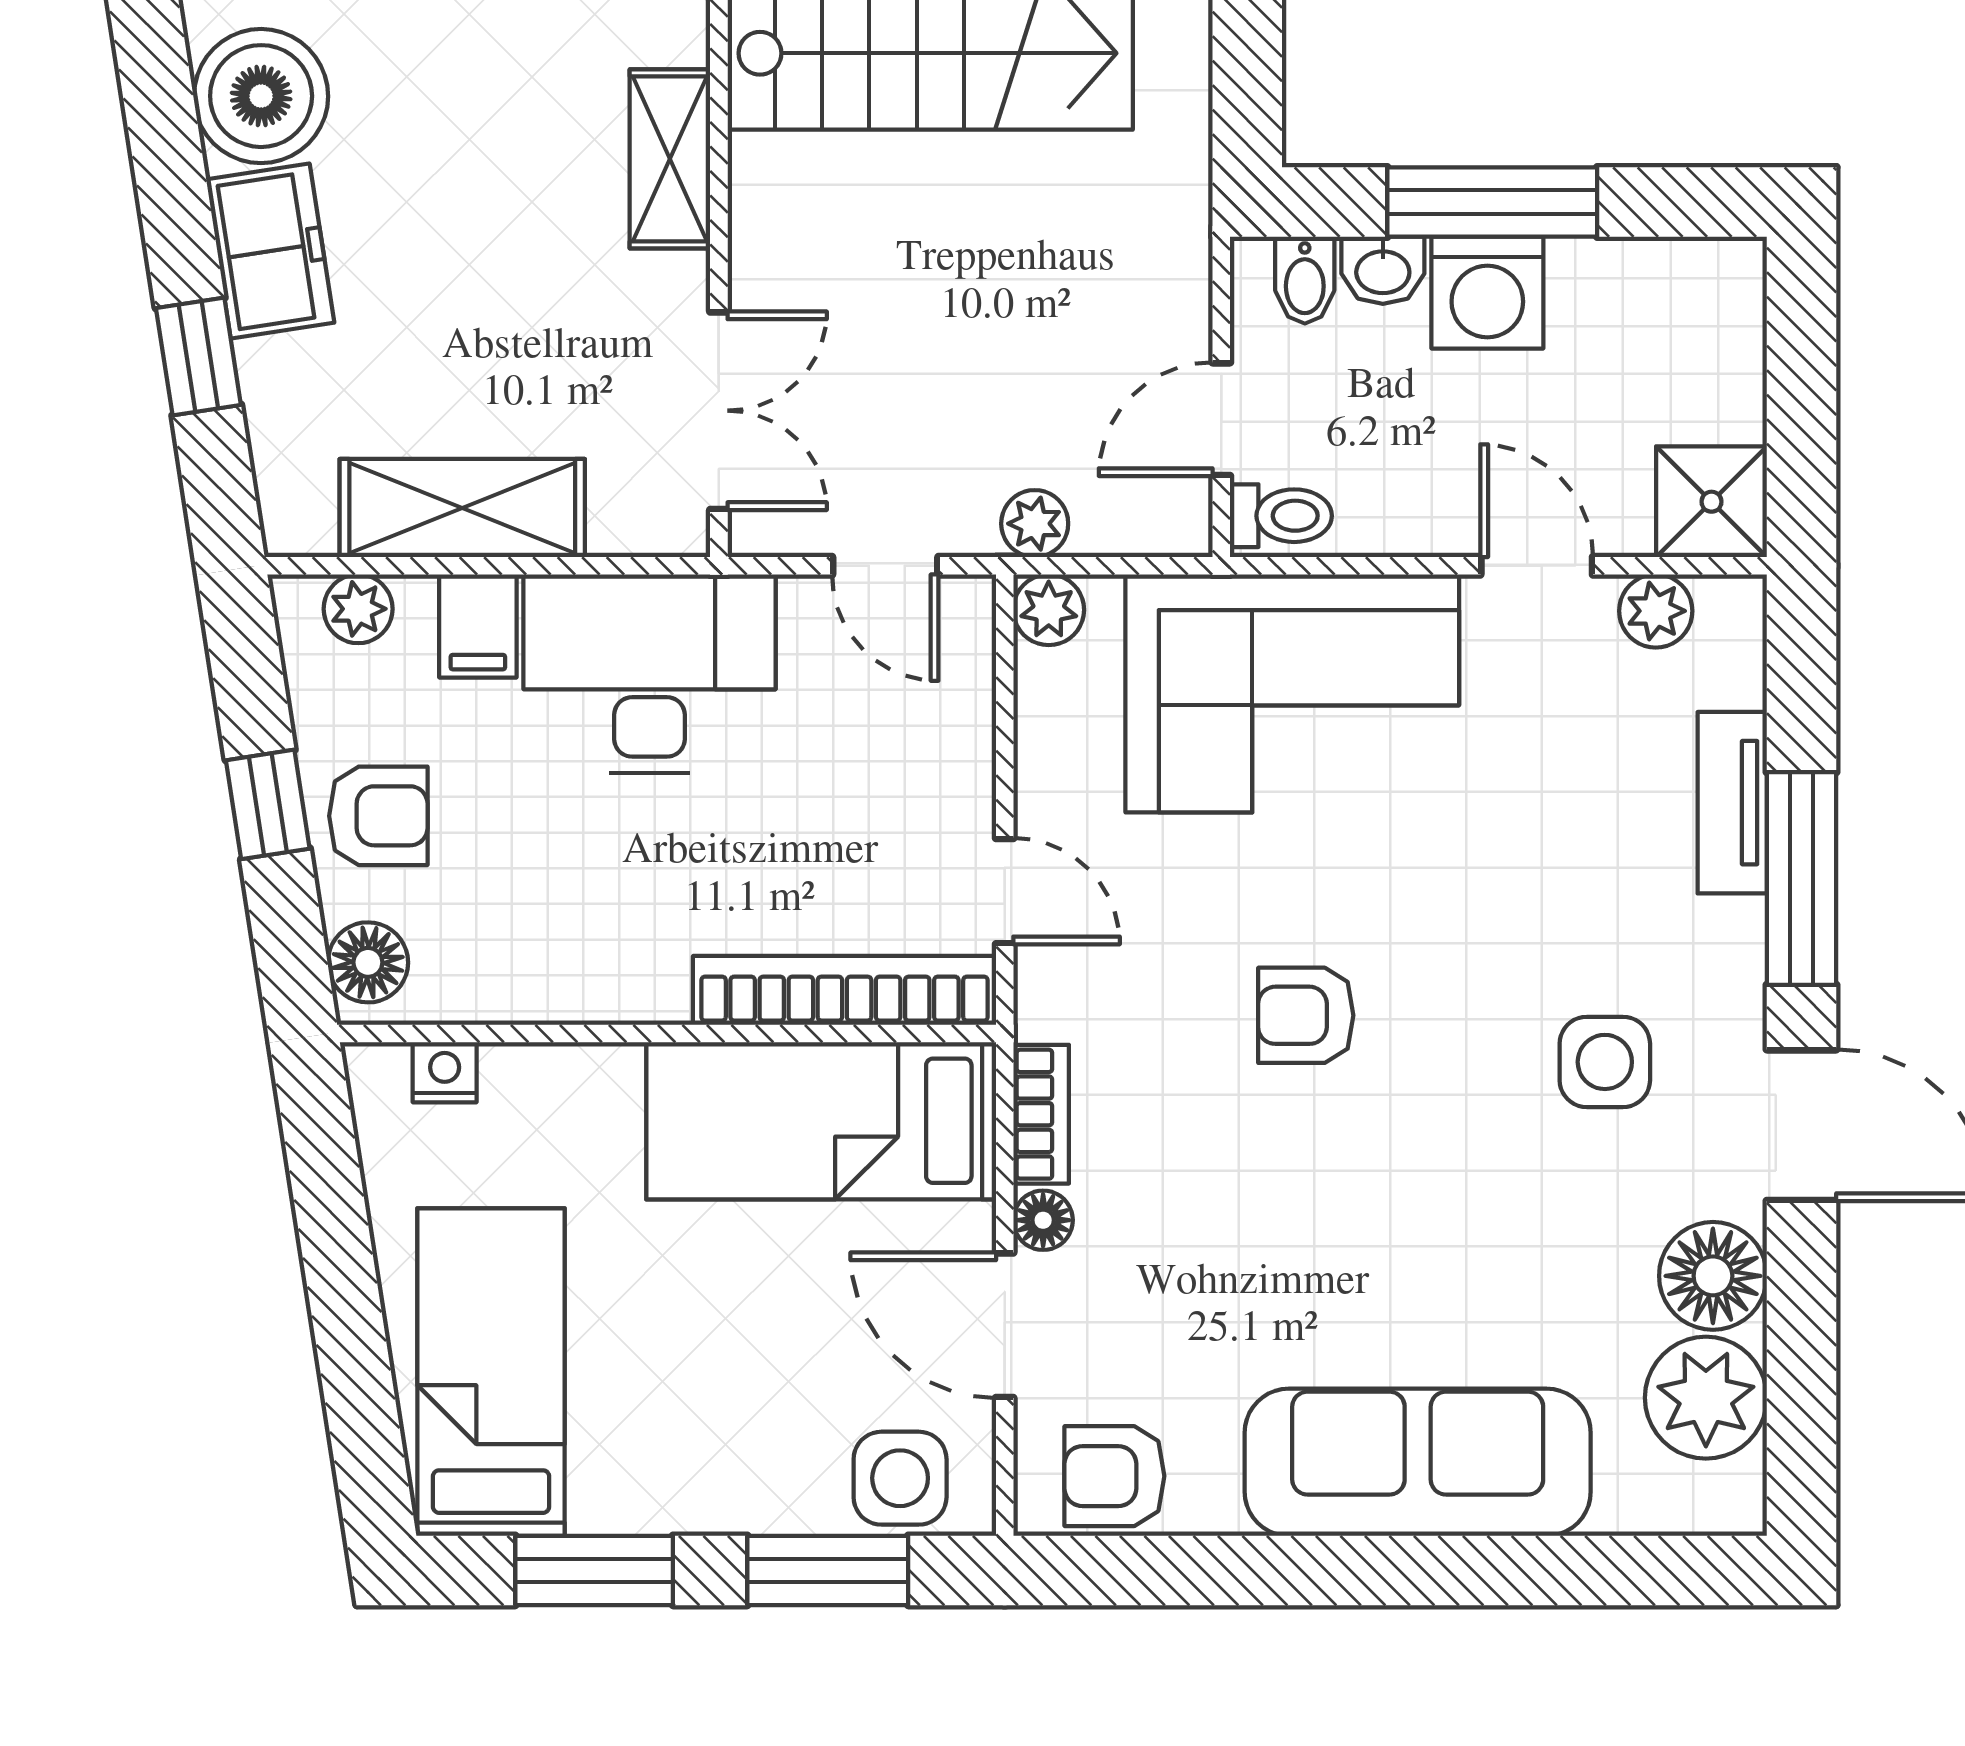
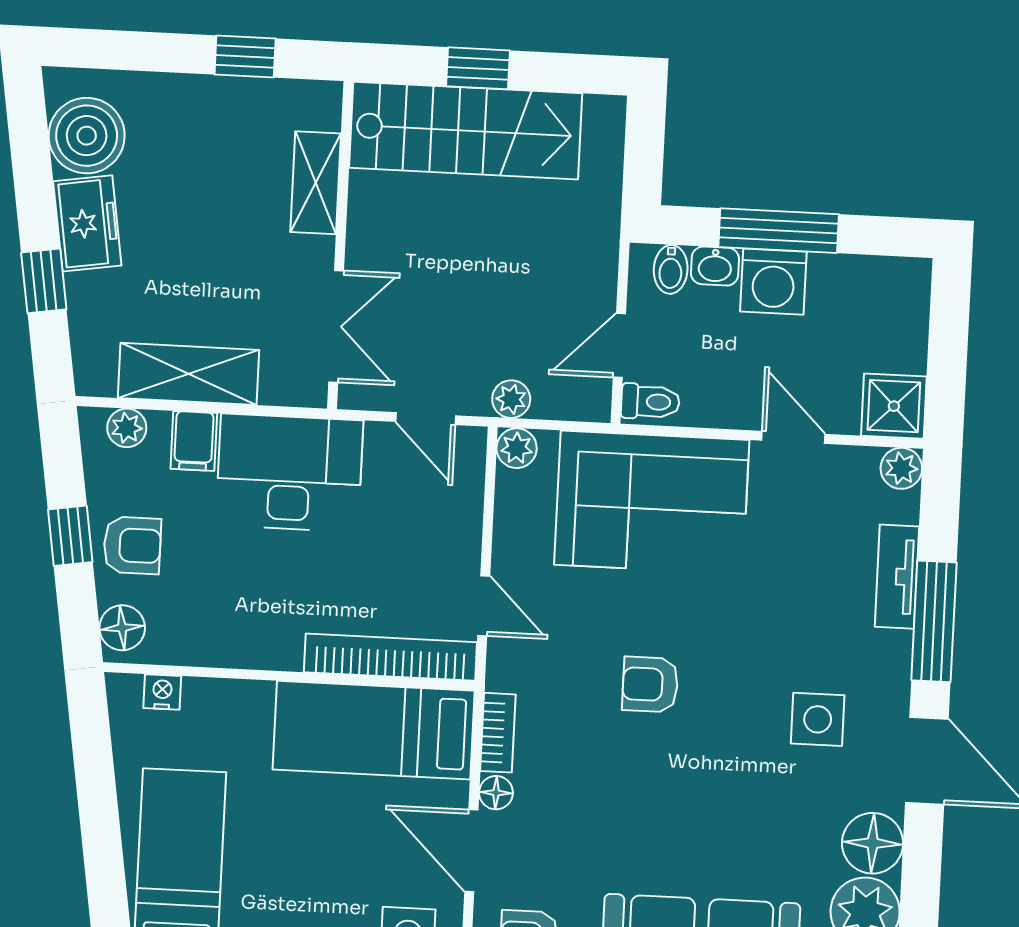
plant: (1656, 611) -> (901, 468), moved

